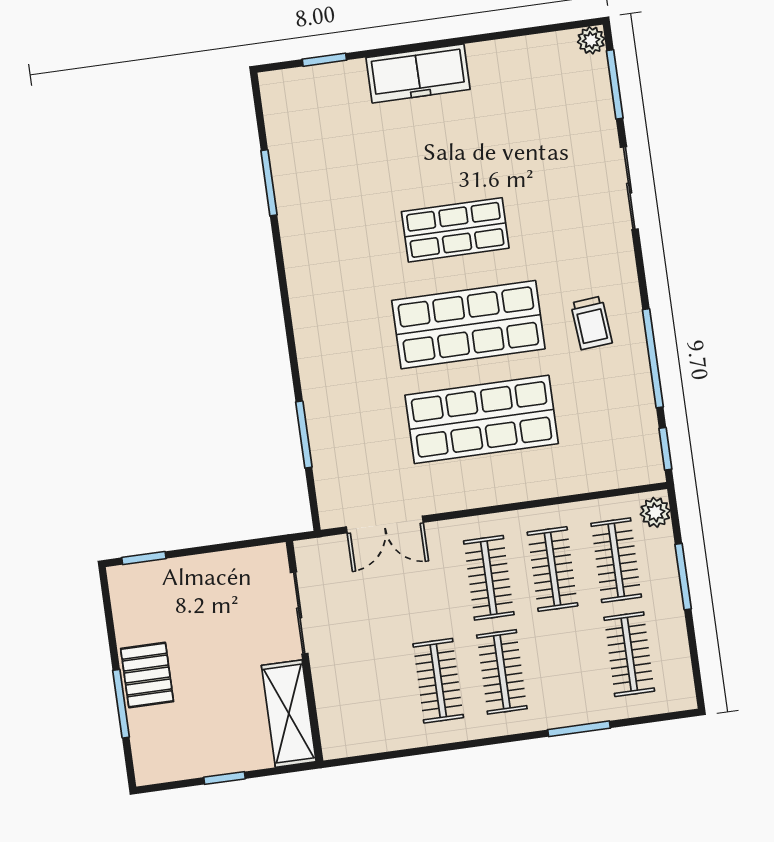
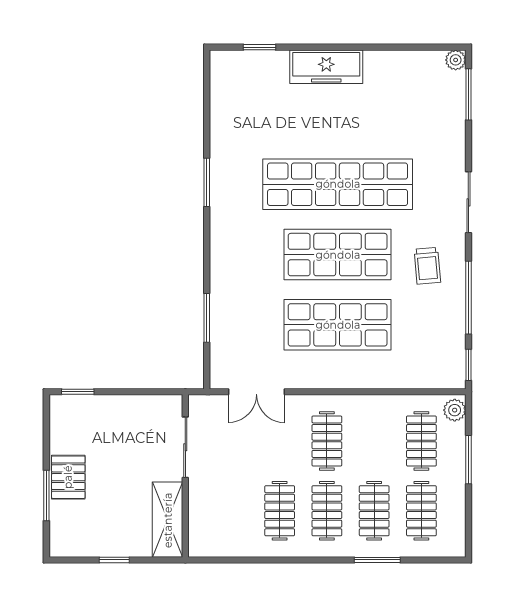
window: (269, 183) -> (207, 182), moved
sliding door: (629, 188) -> (468, 202), moved
shop shelf: (455, 230) -> (338, 184), width x2.00, depth x1.36
clothes rail: (553, 569) -> (374, 511), moved

